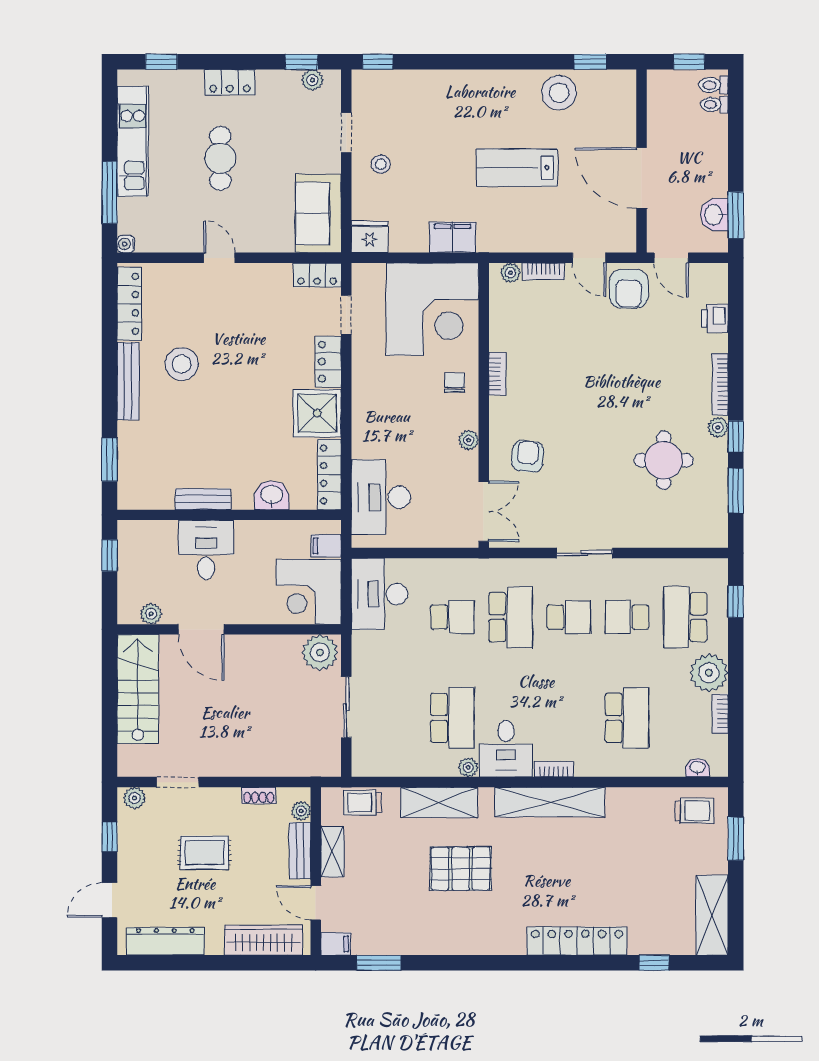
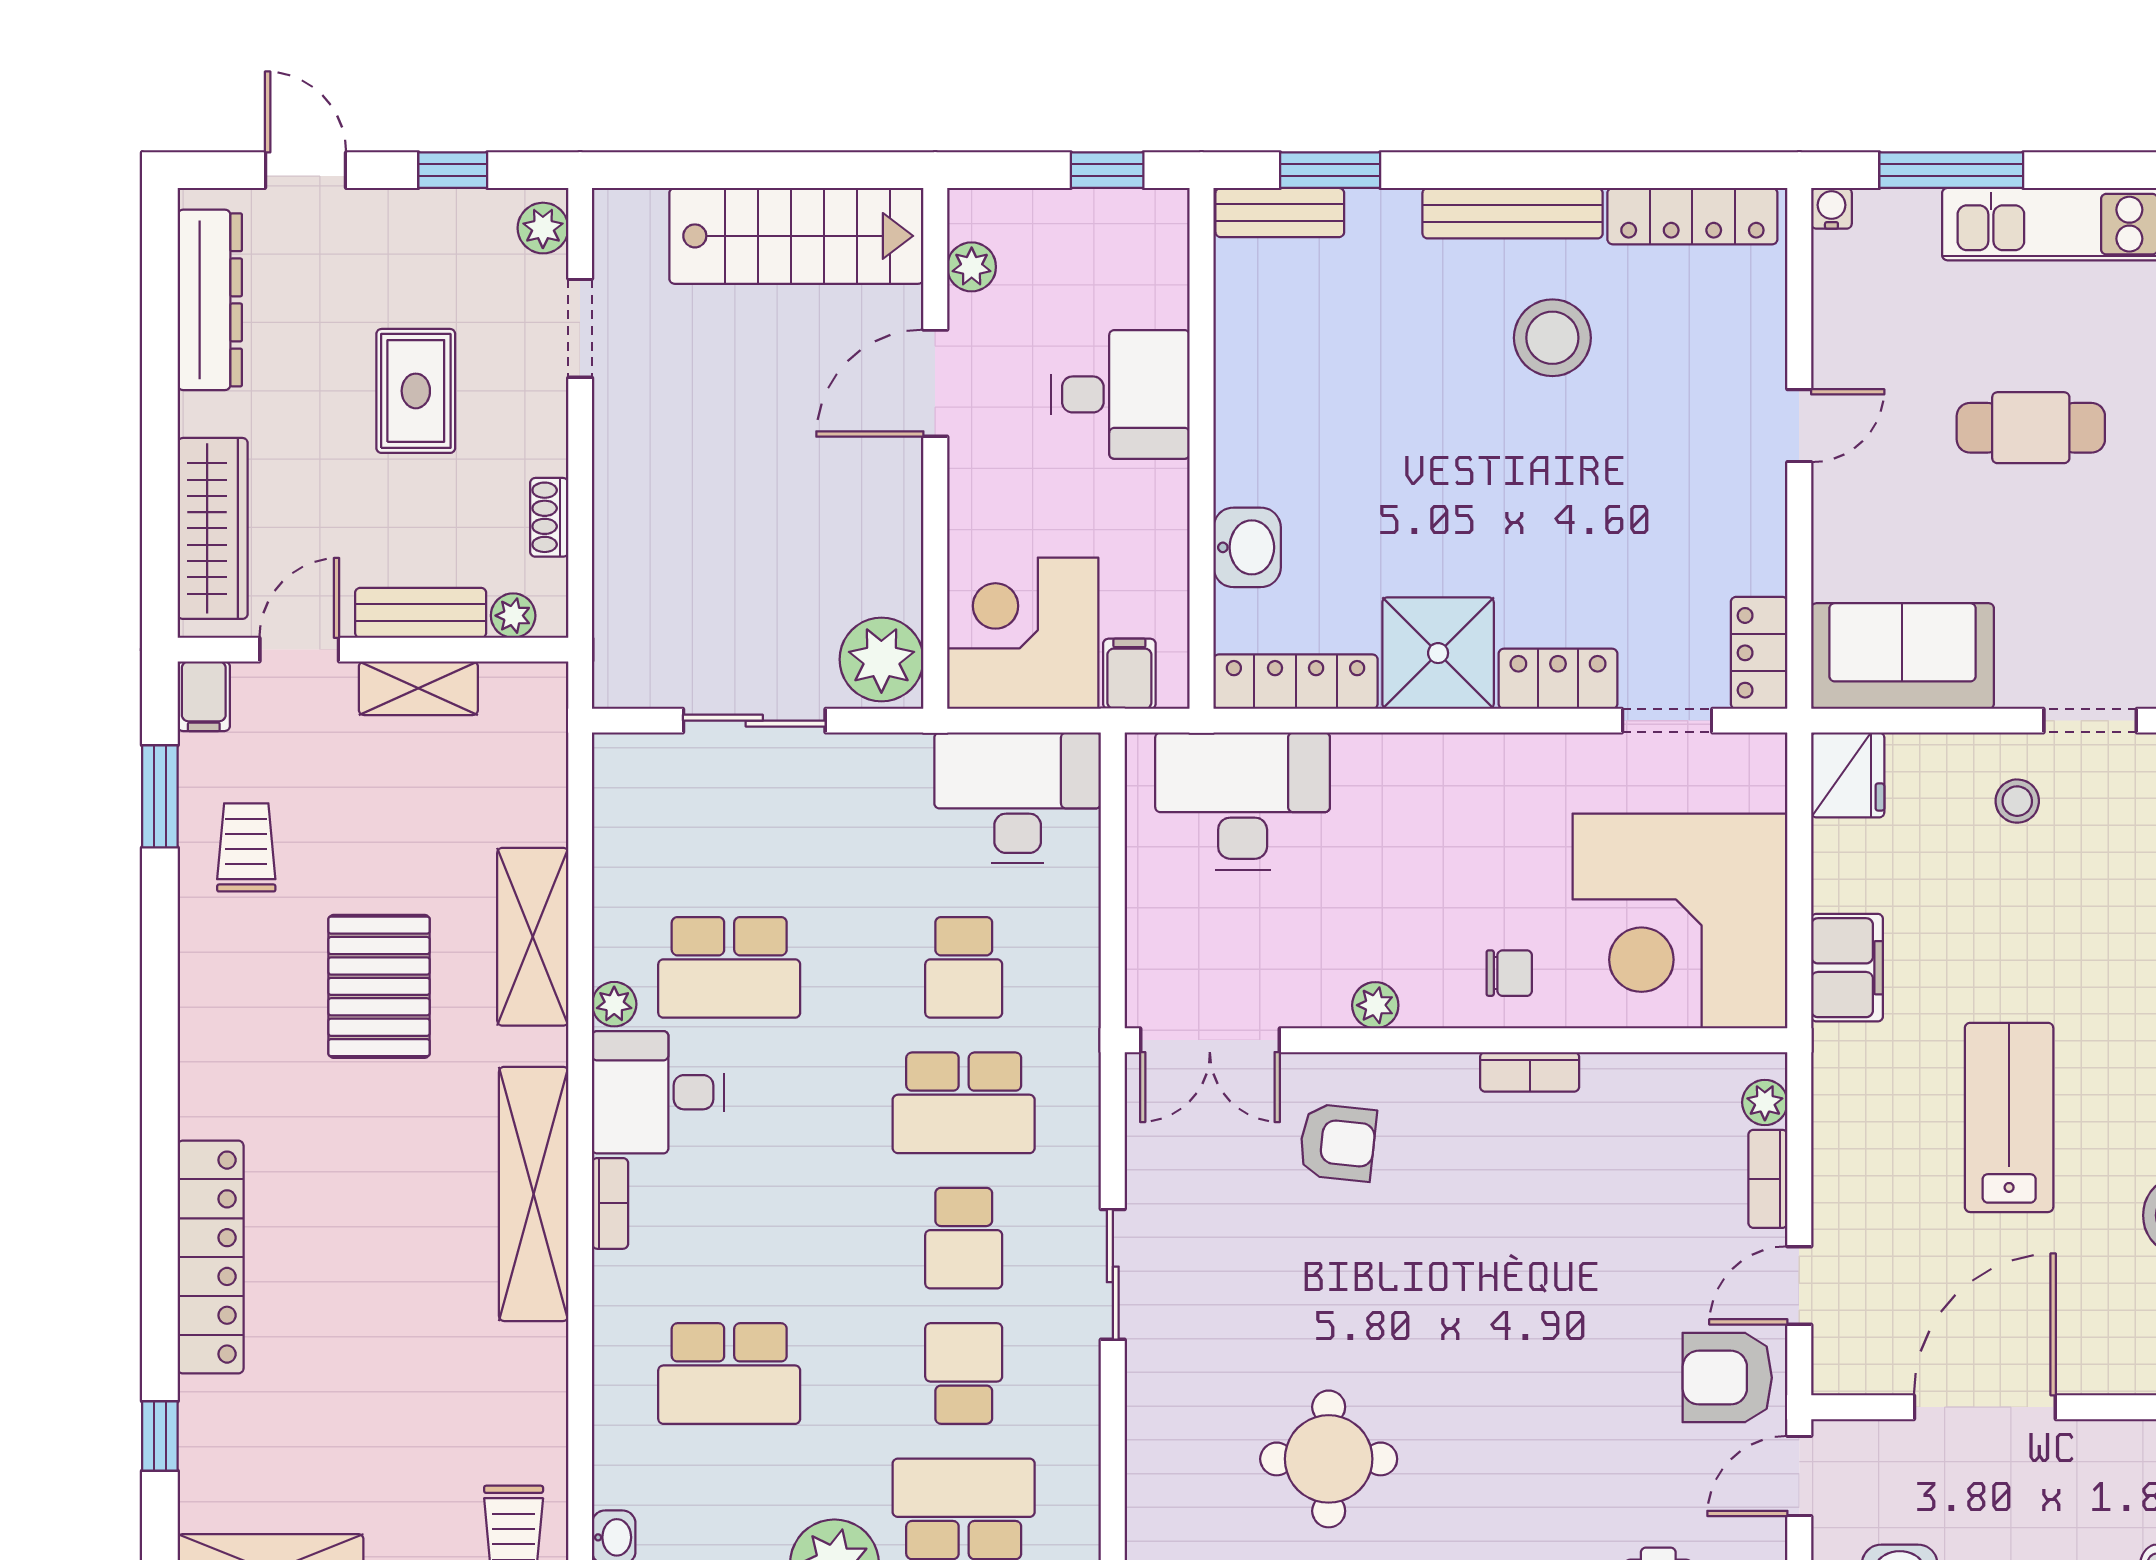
bench: (203, 499) -> (1280, 213), moved, turned 90
trolley: (362, 803) -> (246, 847), moved

